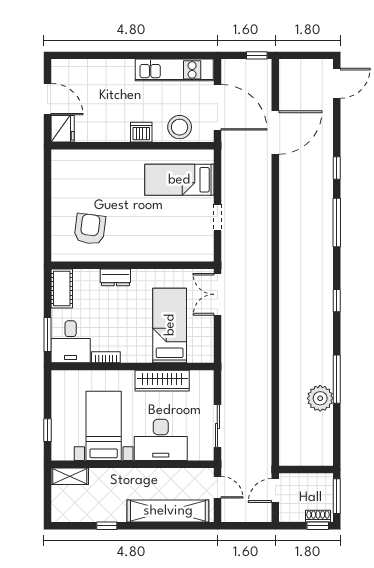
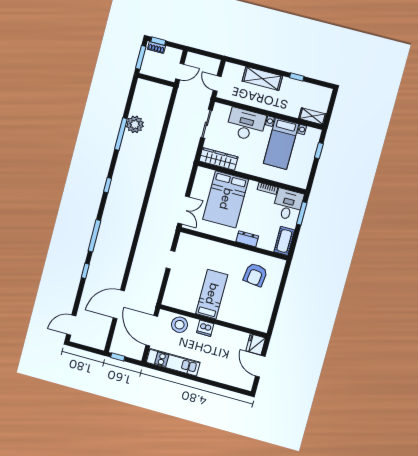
bed: (179, 180) -> (212, 294), moved, turned -90
bed: (170, 325) -> (226, 199), width x1.50
wardrobe: (162, 381) -> (219, 159), moved
shelving: (168, 511) -> (262, 79), width x0.68

